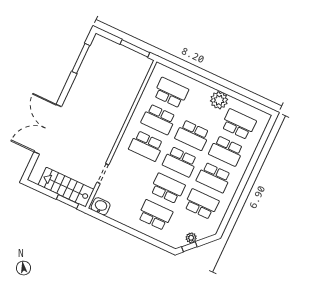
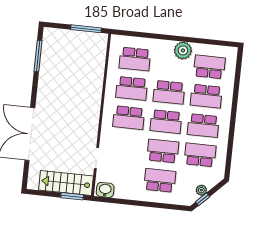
school desk: (171, 93) -> (135, 59), turned 180

